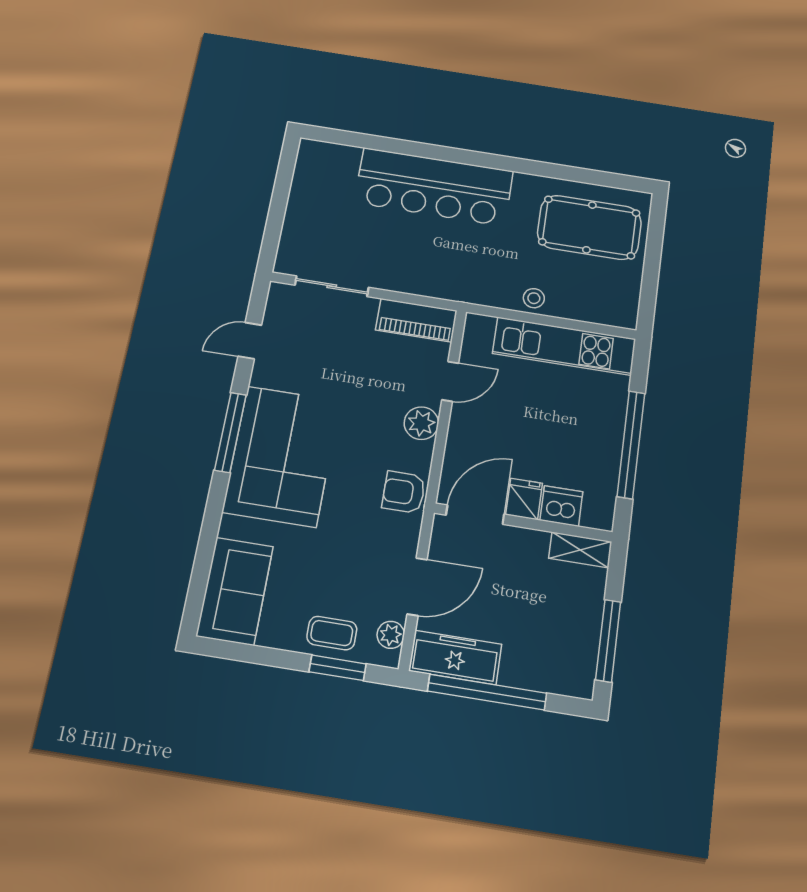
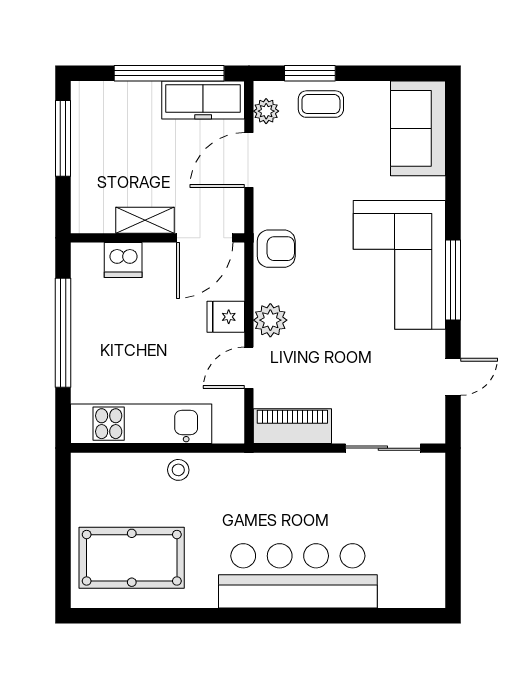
fridge: (524, 499) -> (226, 317), moved, turned 90
shelving: (580, 550) -> (145, 220), moved

